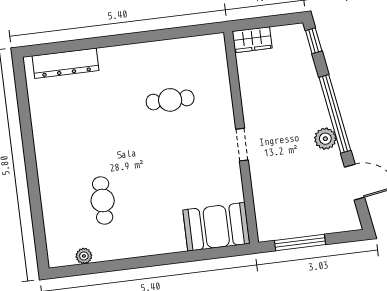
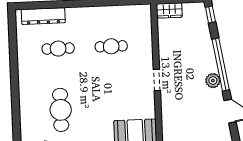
cafe table: (91, 110) -> (58, 49), added
cafe table: (103, 201) -> (61, 110), width x1.37, depth x1.35

